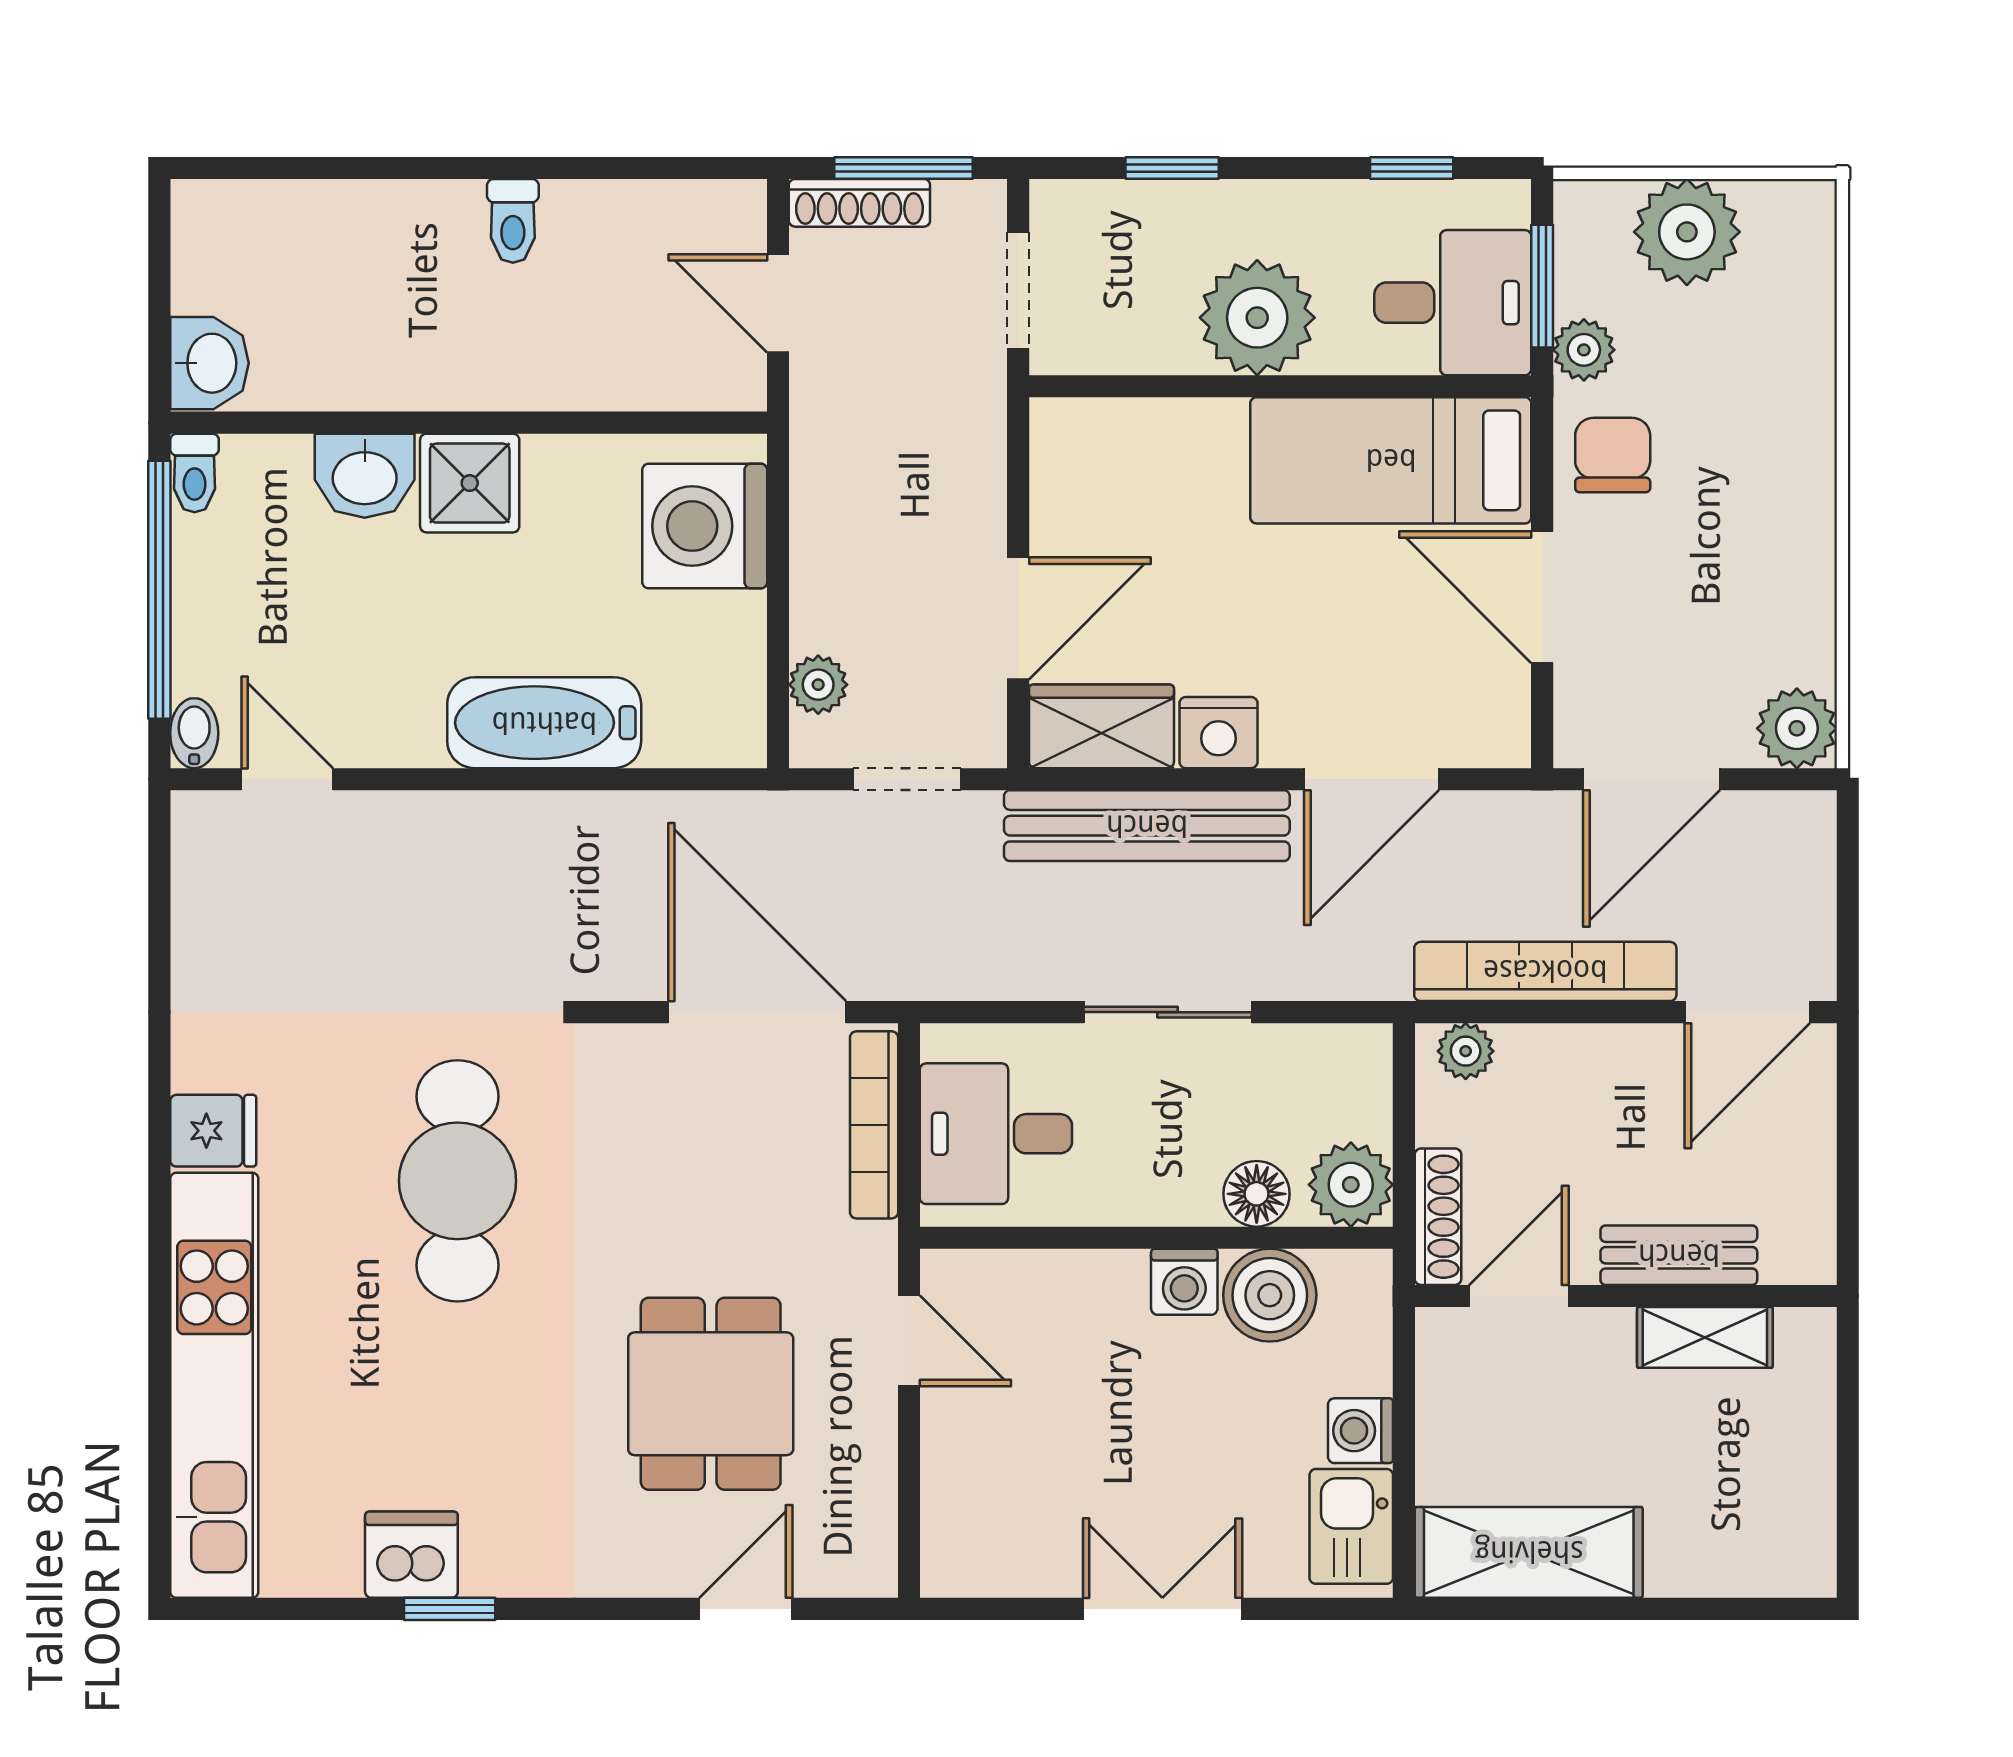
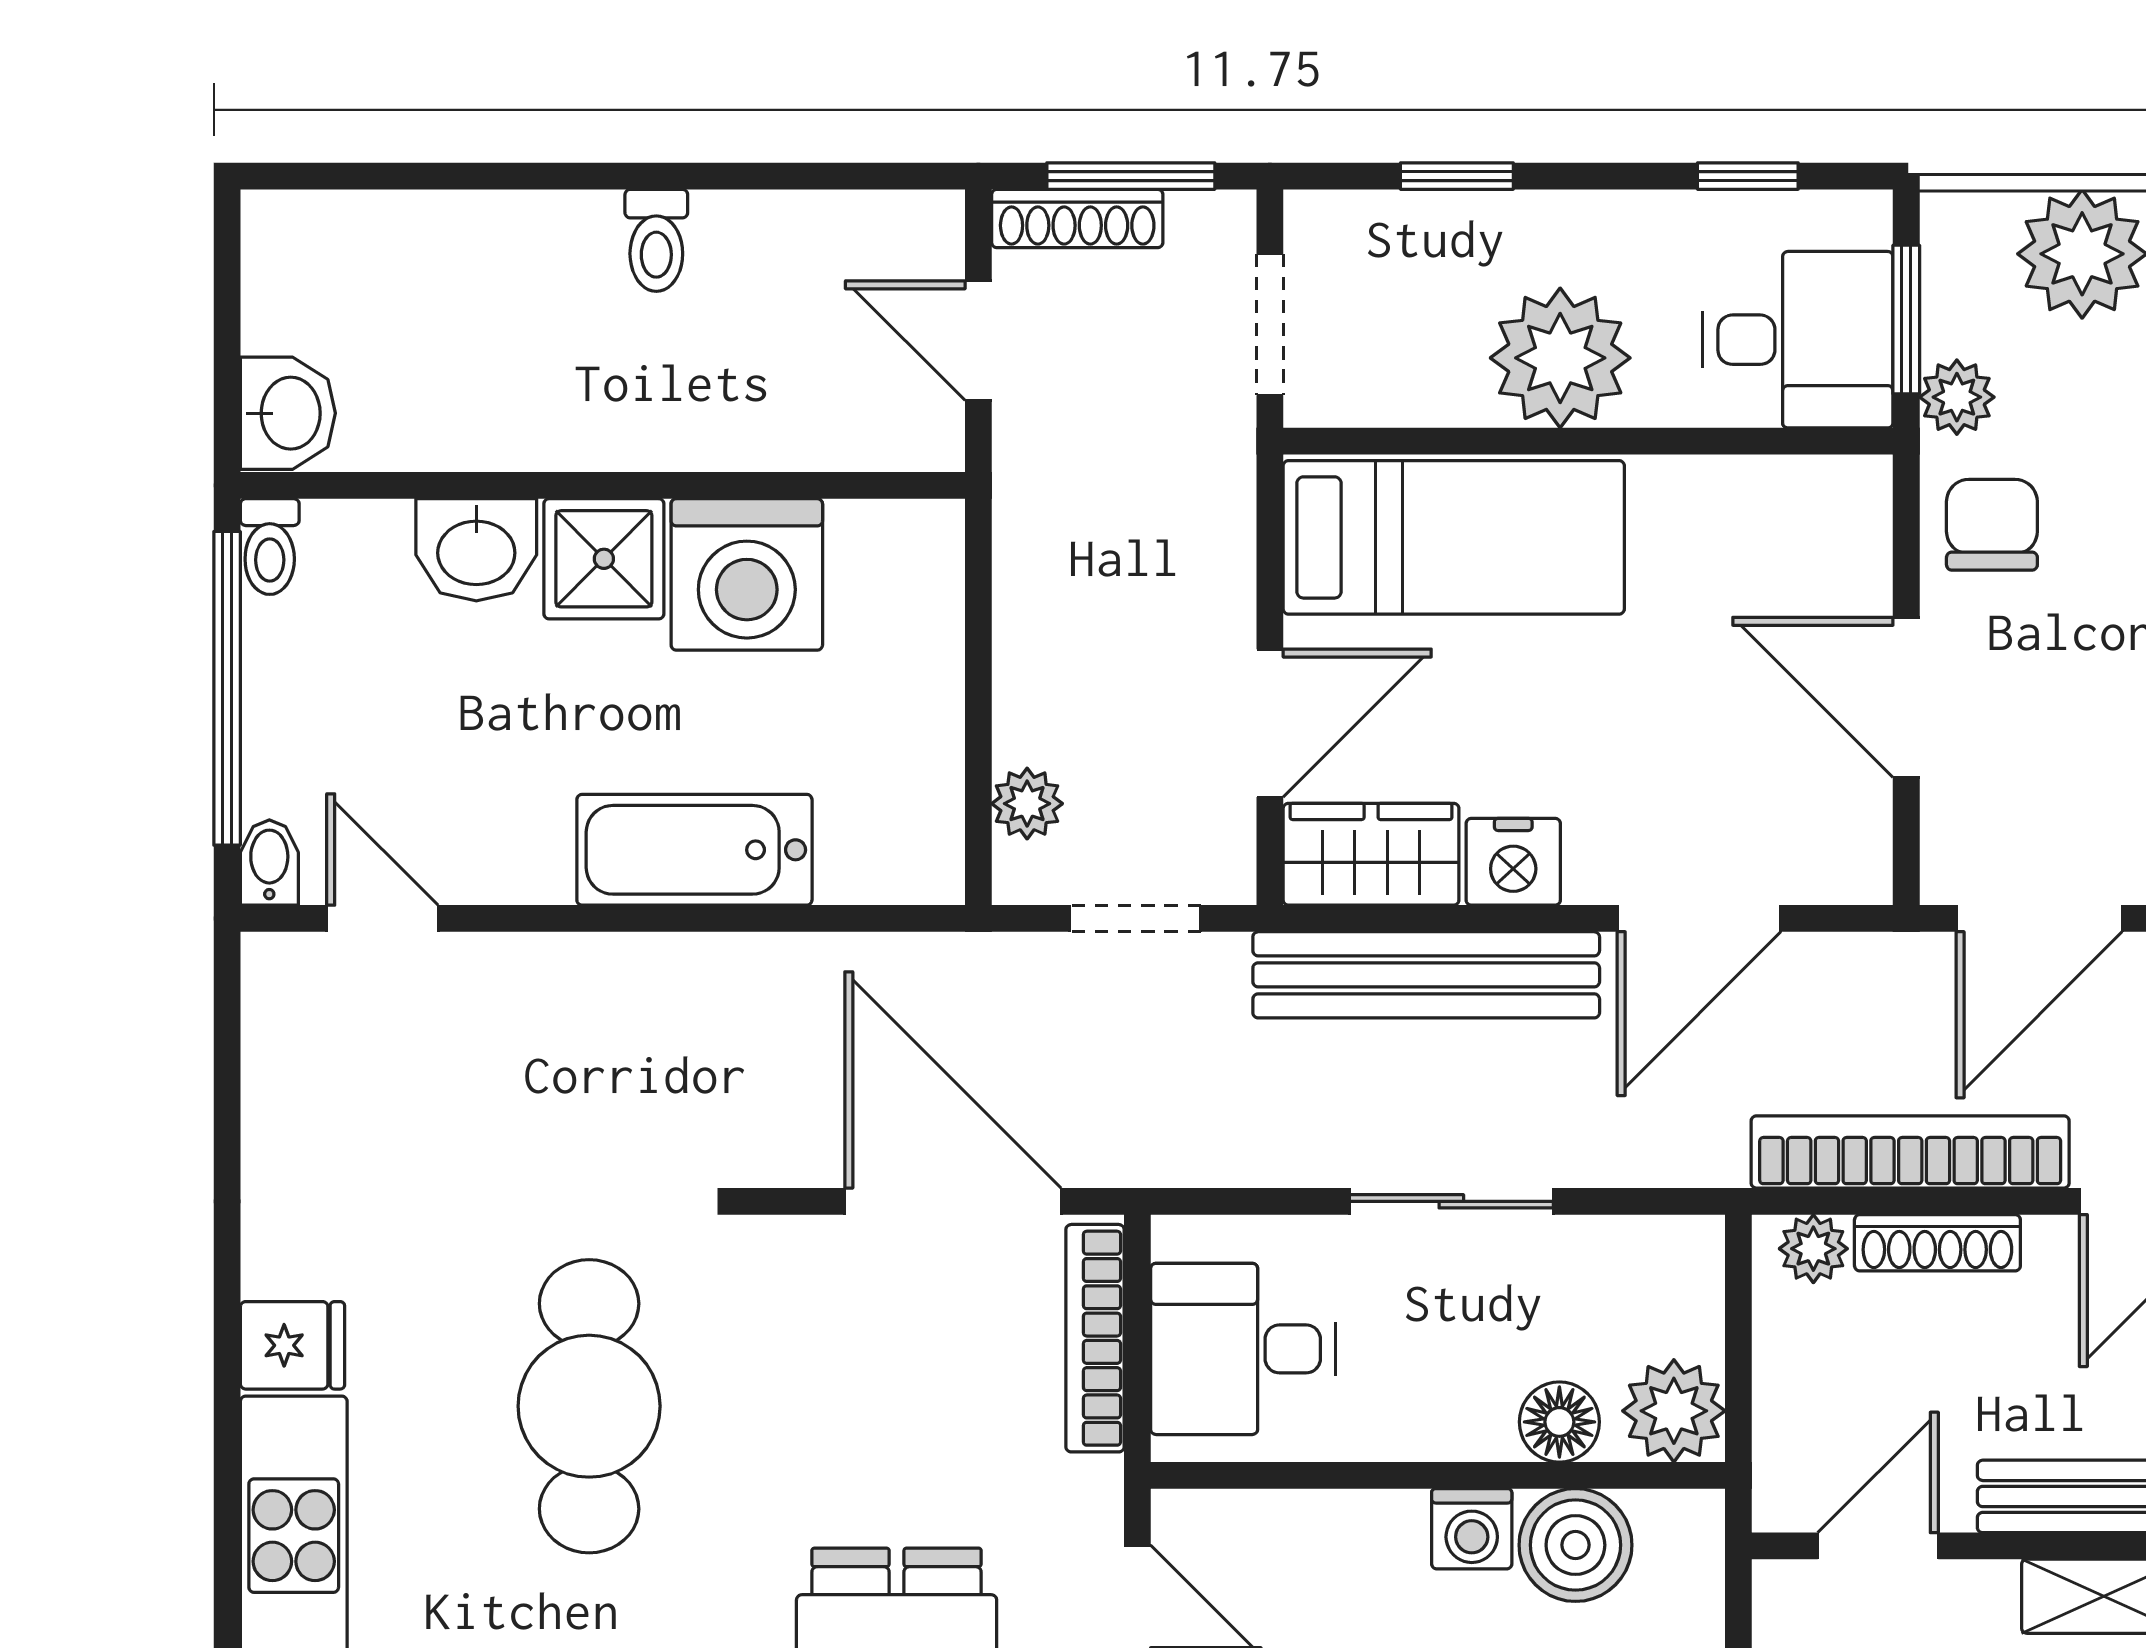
bed: (1391, 460) -> (1454, 537), moved, turned 180
washing machine: (705, 526) -> (747, 574), moved, turned -90
shoe rack: (1438, 1217) -> (1937, 1243), moved, turned 90

